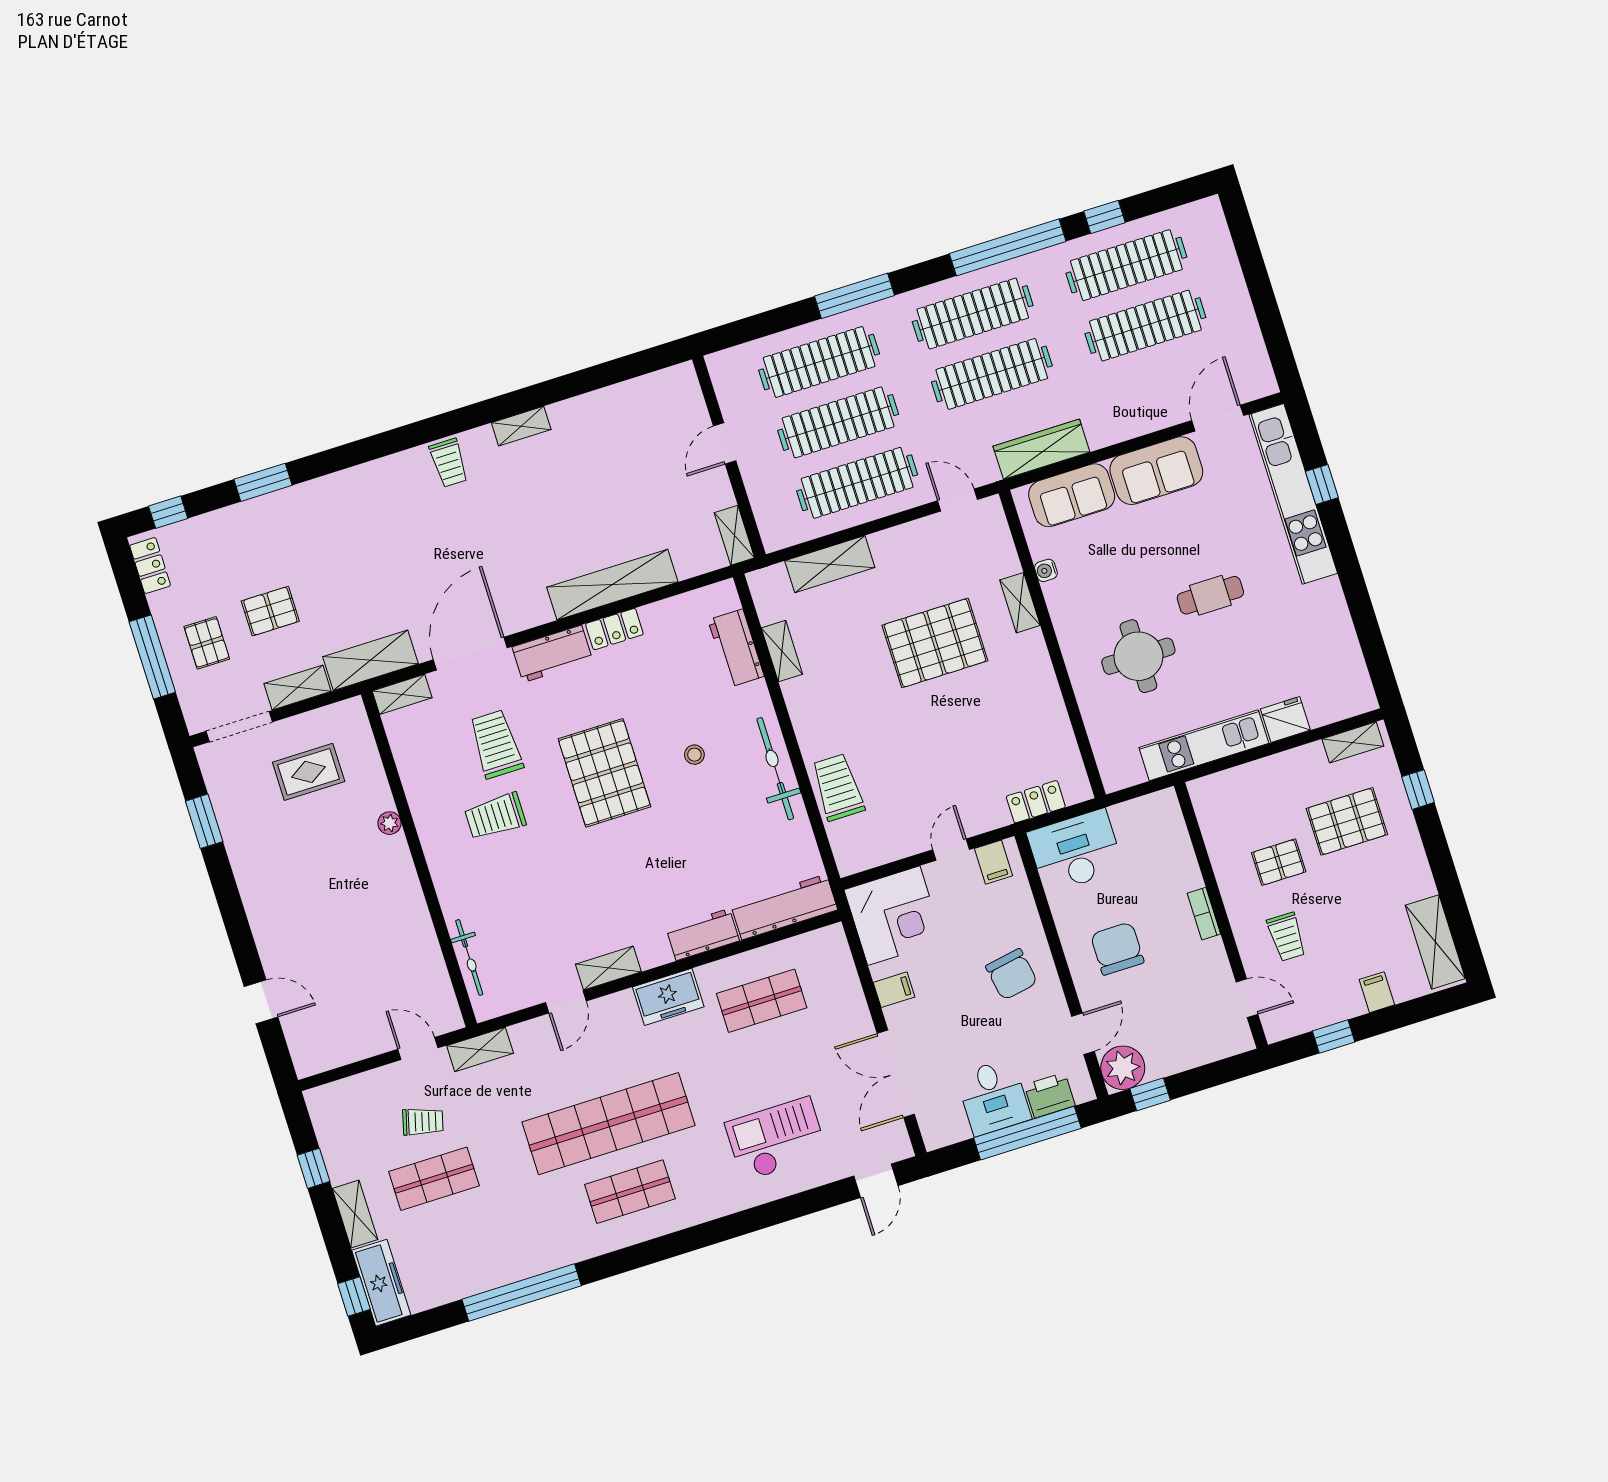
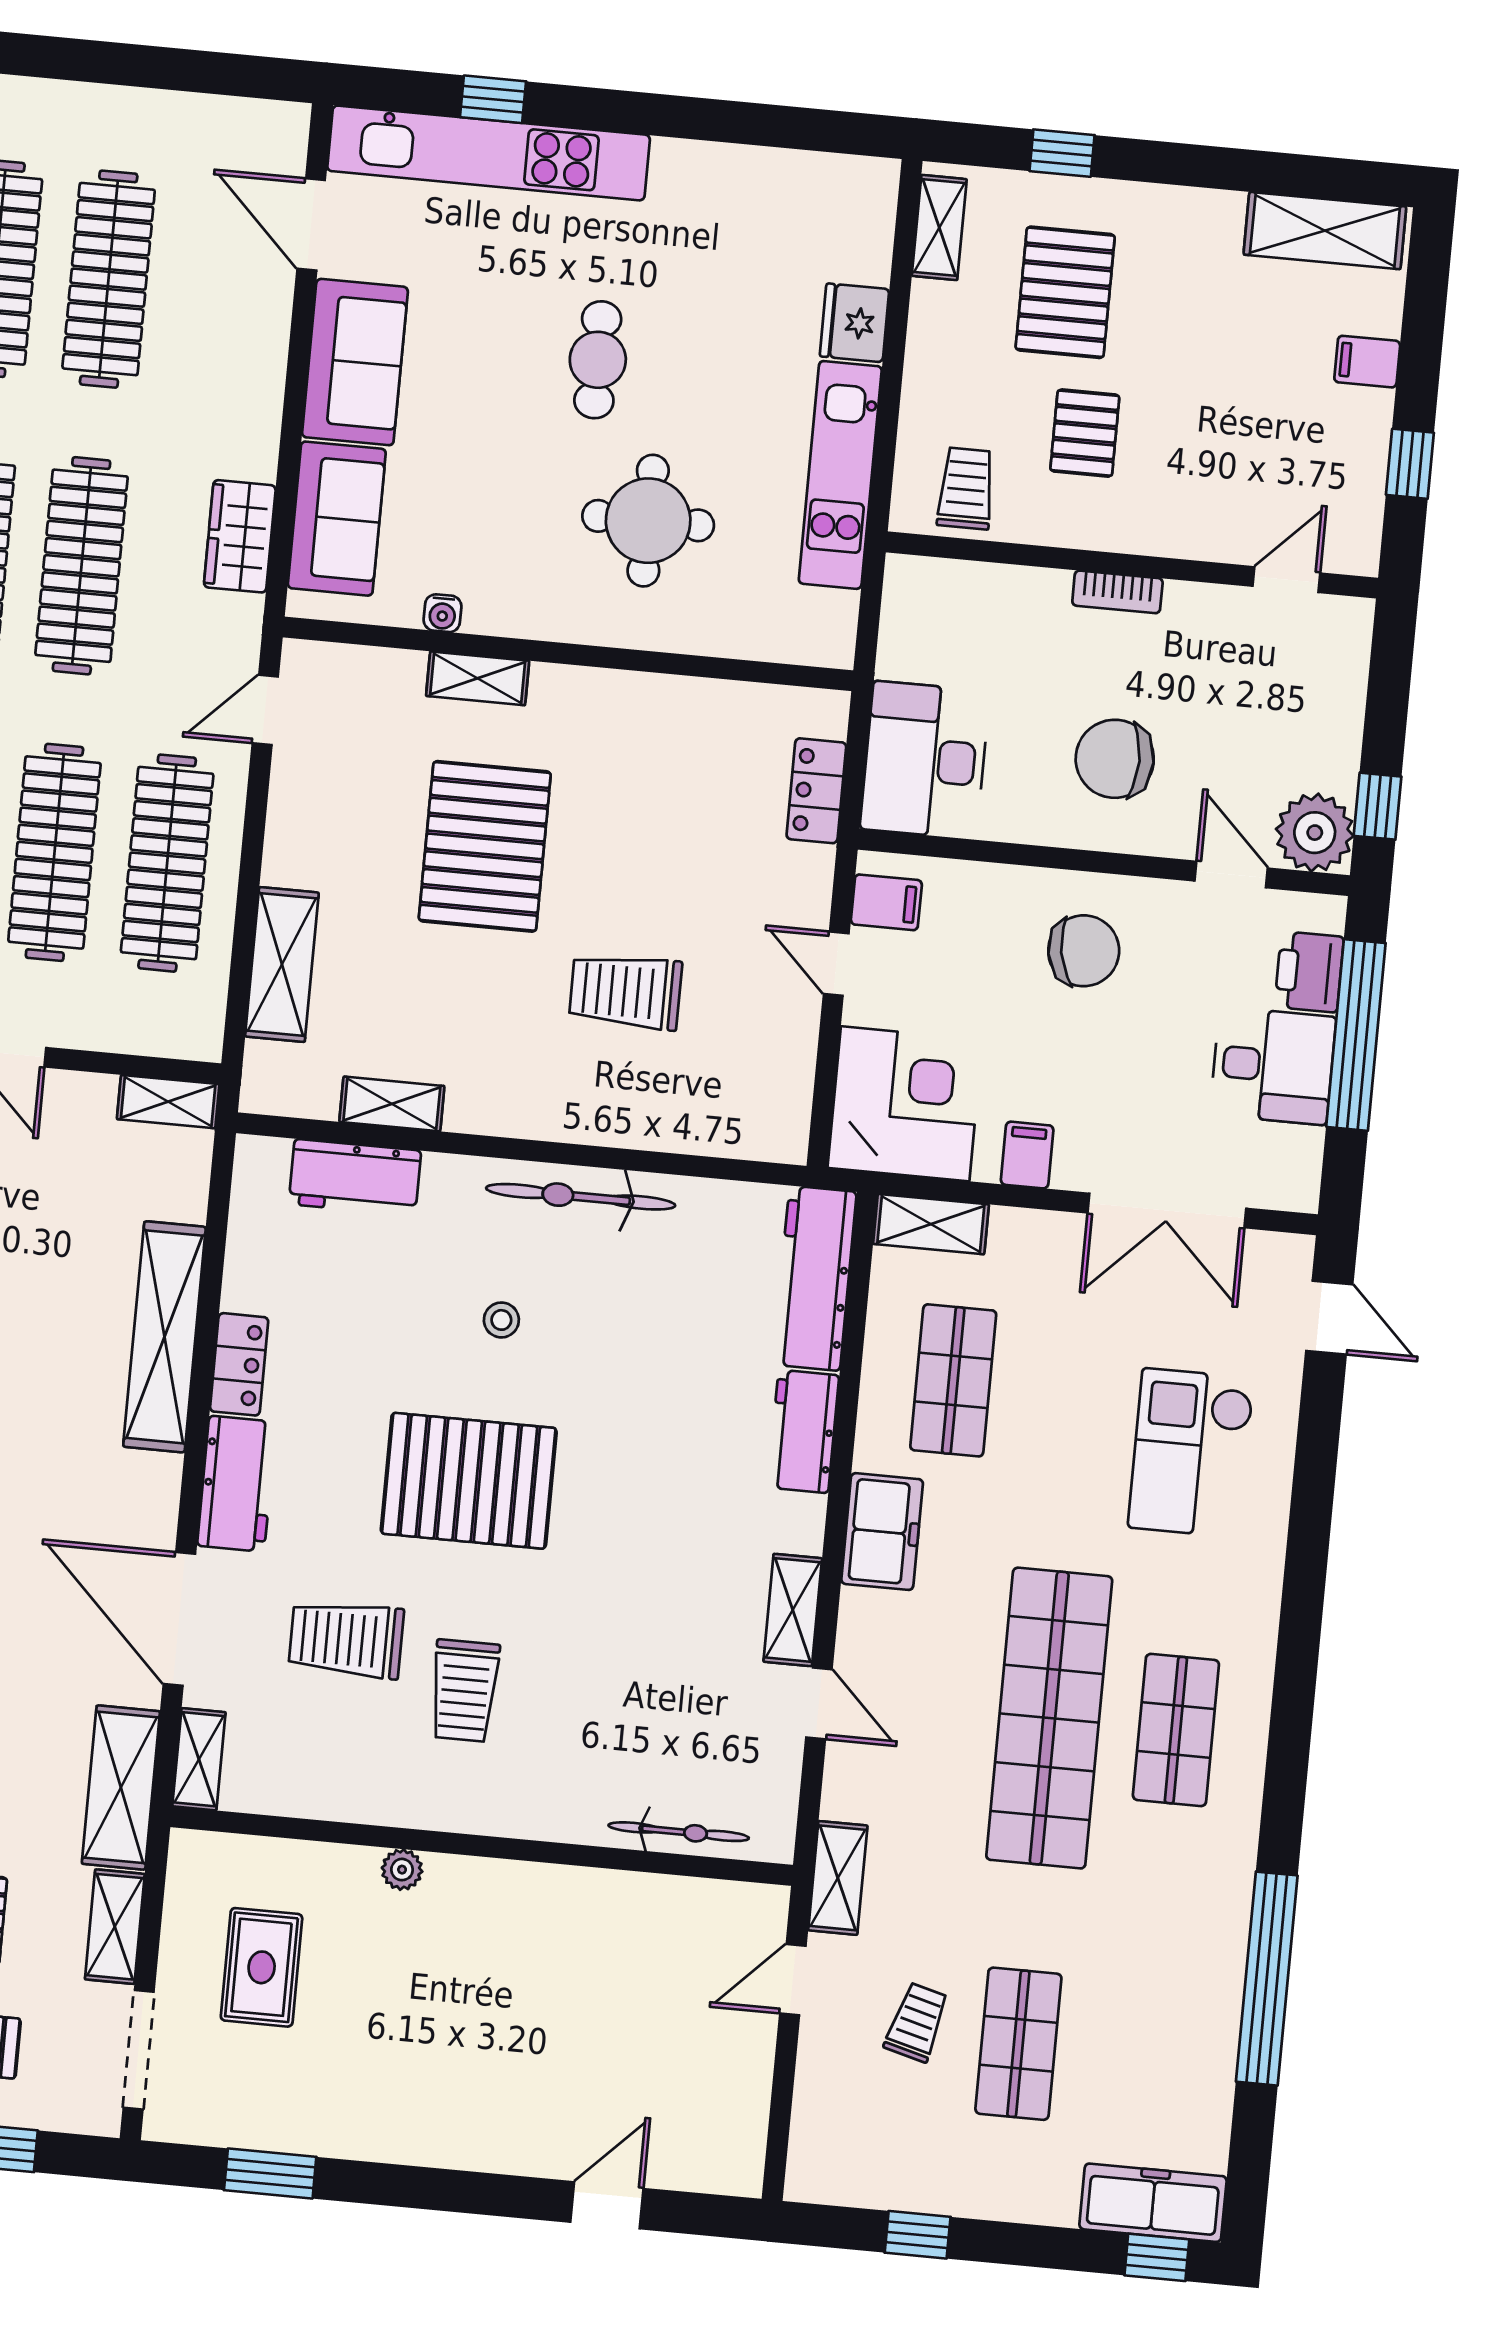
wardrobe: (1041, 449) -> (240, 536), width x0.67
trolley: (838, 787) -> (626, 991), moved
trolley: (1286, 937) -> (966, 488), moved, turned -90
shelving: (355, 1214) -> (931, 1224), moved

